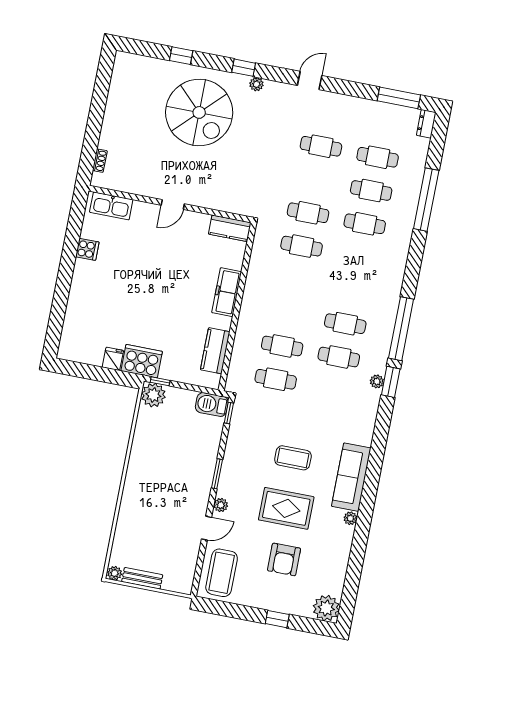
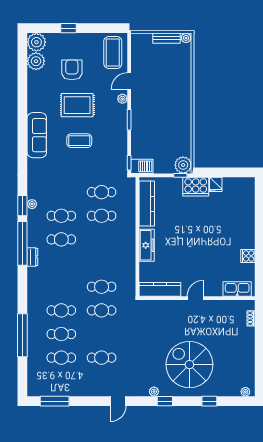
plant: (128, 59) -> (245, 392), added
dresser: (426, 124) -> (32, 257), moved
kitchen counter: (230, 228) -> (160, 289), width x1.50
kitchen counter: (215, 351) -> (147, 204), width x1.50
plant: (350, 518) -> (36, 61), moved, width x1.87, depth x1.87

